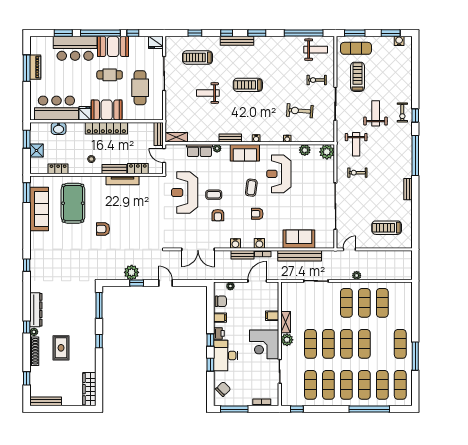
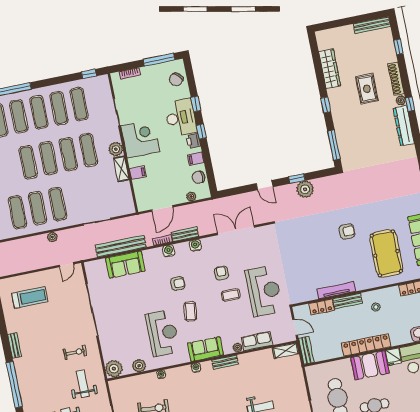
wardrobe: (89, 389) -> (330, 69), moved

